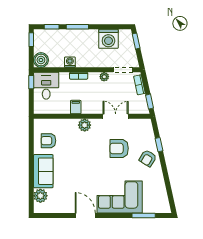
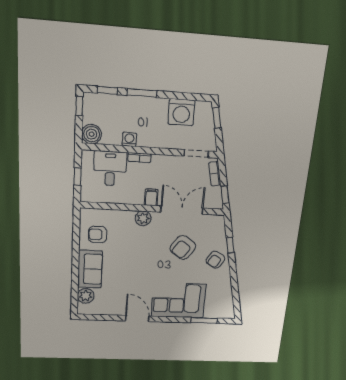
plant: (104, 77) -> (172, 161), removed
window: (31, 82) -> (78, 176), moved
desk: (46, 86) -> (110, 169), moved
filing cabinet: (76, 107) -> (151, 197), moved
double door: (116, 116) -> (182, 210), width x1.37
armchair: (119, 148) -> (183, 247), turned -55

